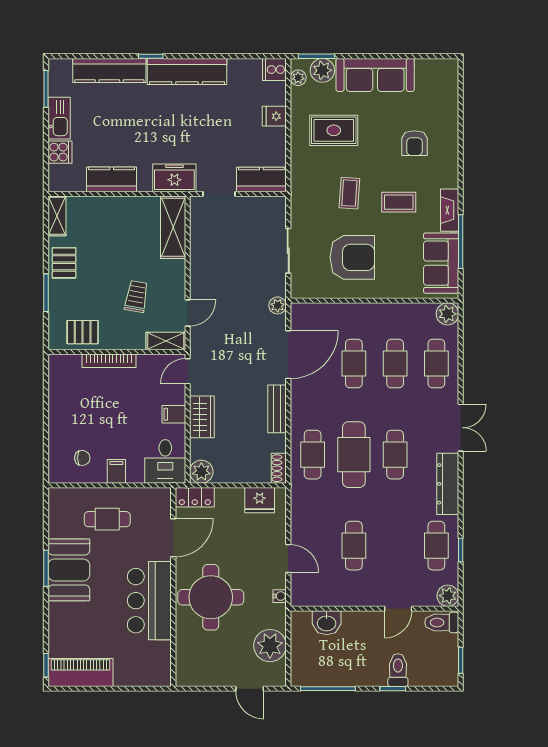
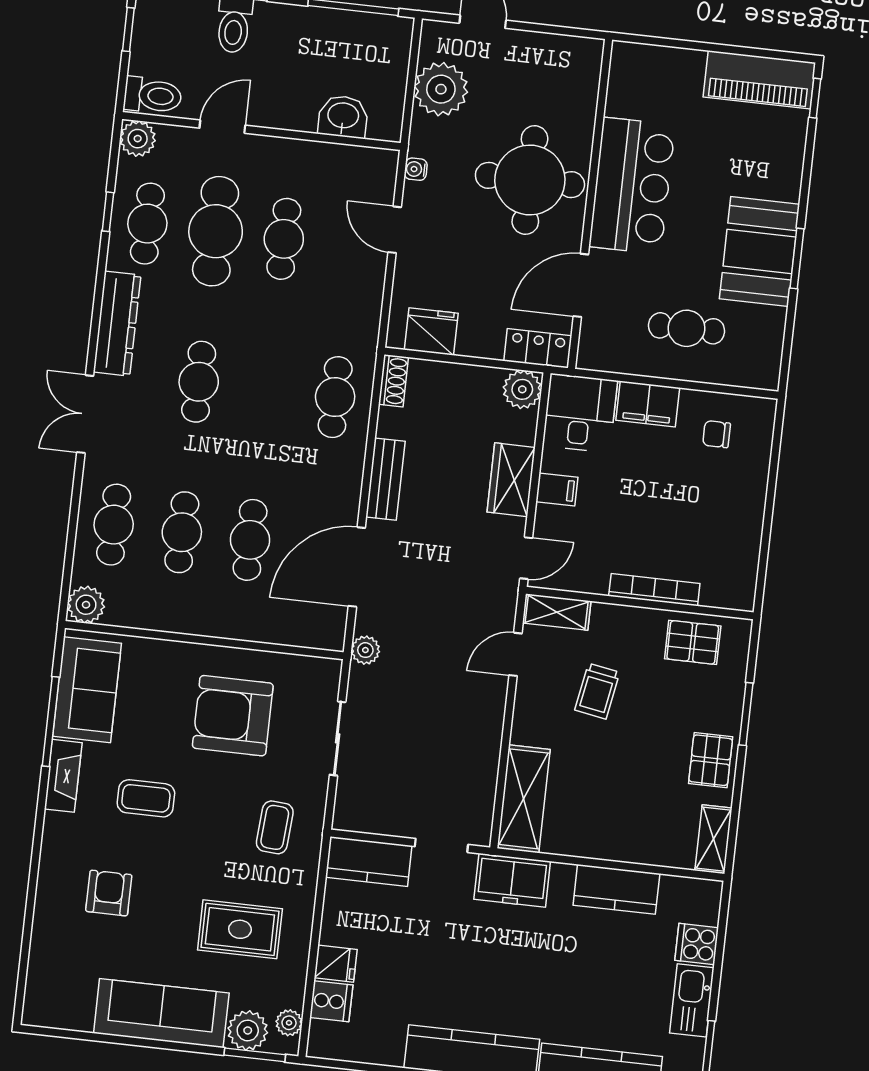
cooker: (274, 70) -> (331, 1001), moved
coffee table: (349, 193) -> (275, 827), moved
cafe table: (354, 455) -> (216, 231), moved
filing cabinet: (116, 471) -> (648, 404), width x2.00

